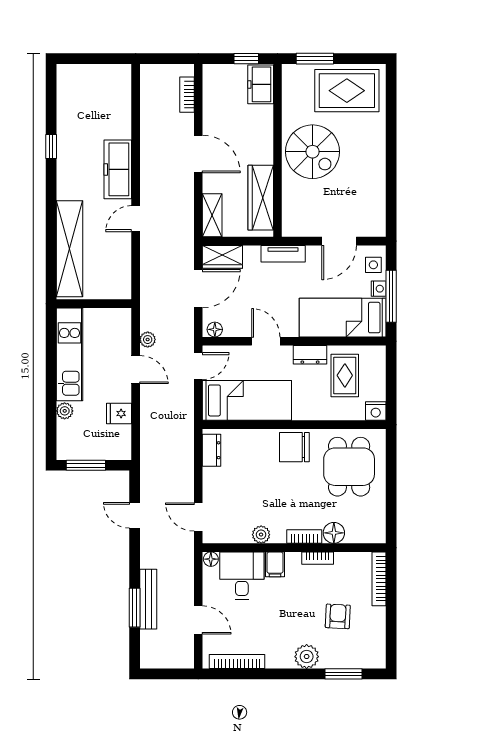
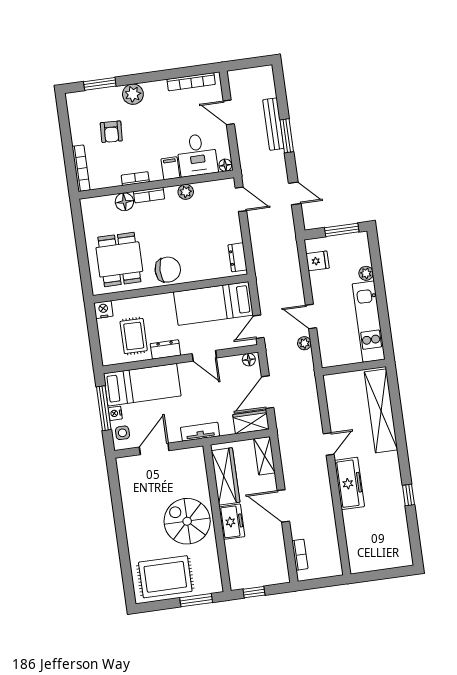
freezer: (261, 84) -> (232, 522), moved
fridge: (119, 413) -> (318, 261), moved
window: (135, 608) -> (287, 136), moved

